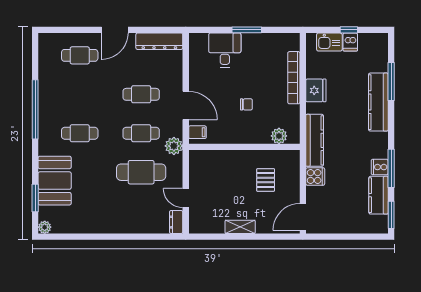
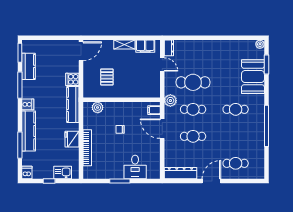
dishwasher: (350, 42) -> (27, 173), moved
cooker: (380, 167) -> (28, 104), moved
filing cabinet: (210, 225) -> (145, 46), added

